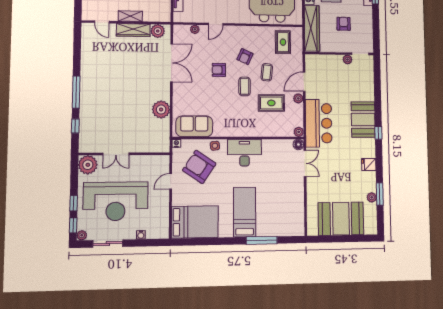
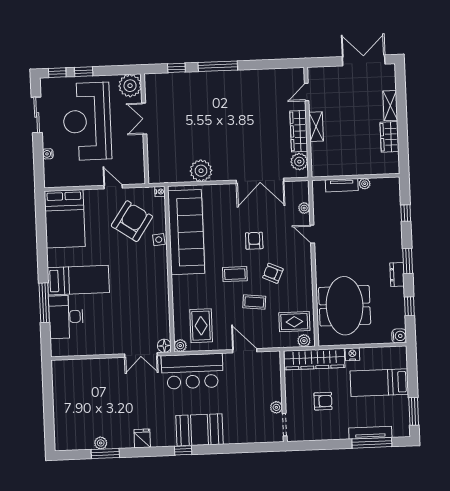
plant: (298, 98) -> (304, 341), moved
rug: (271, 103) -> (201, 326), moved
sofa: (194, 126) -> (186, 232), width x1.85, depth x1.27
desk: (244, 153) -> (66, 317), moved, turned 180
booth: (341, 219) -> (73, 403), removed
plant: (82, 235) -> (46, 83), removed

